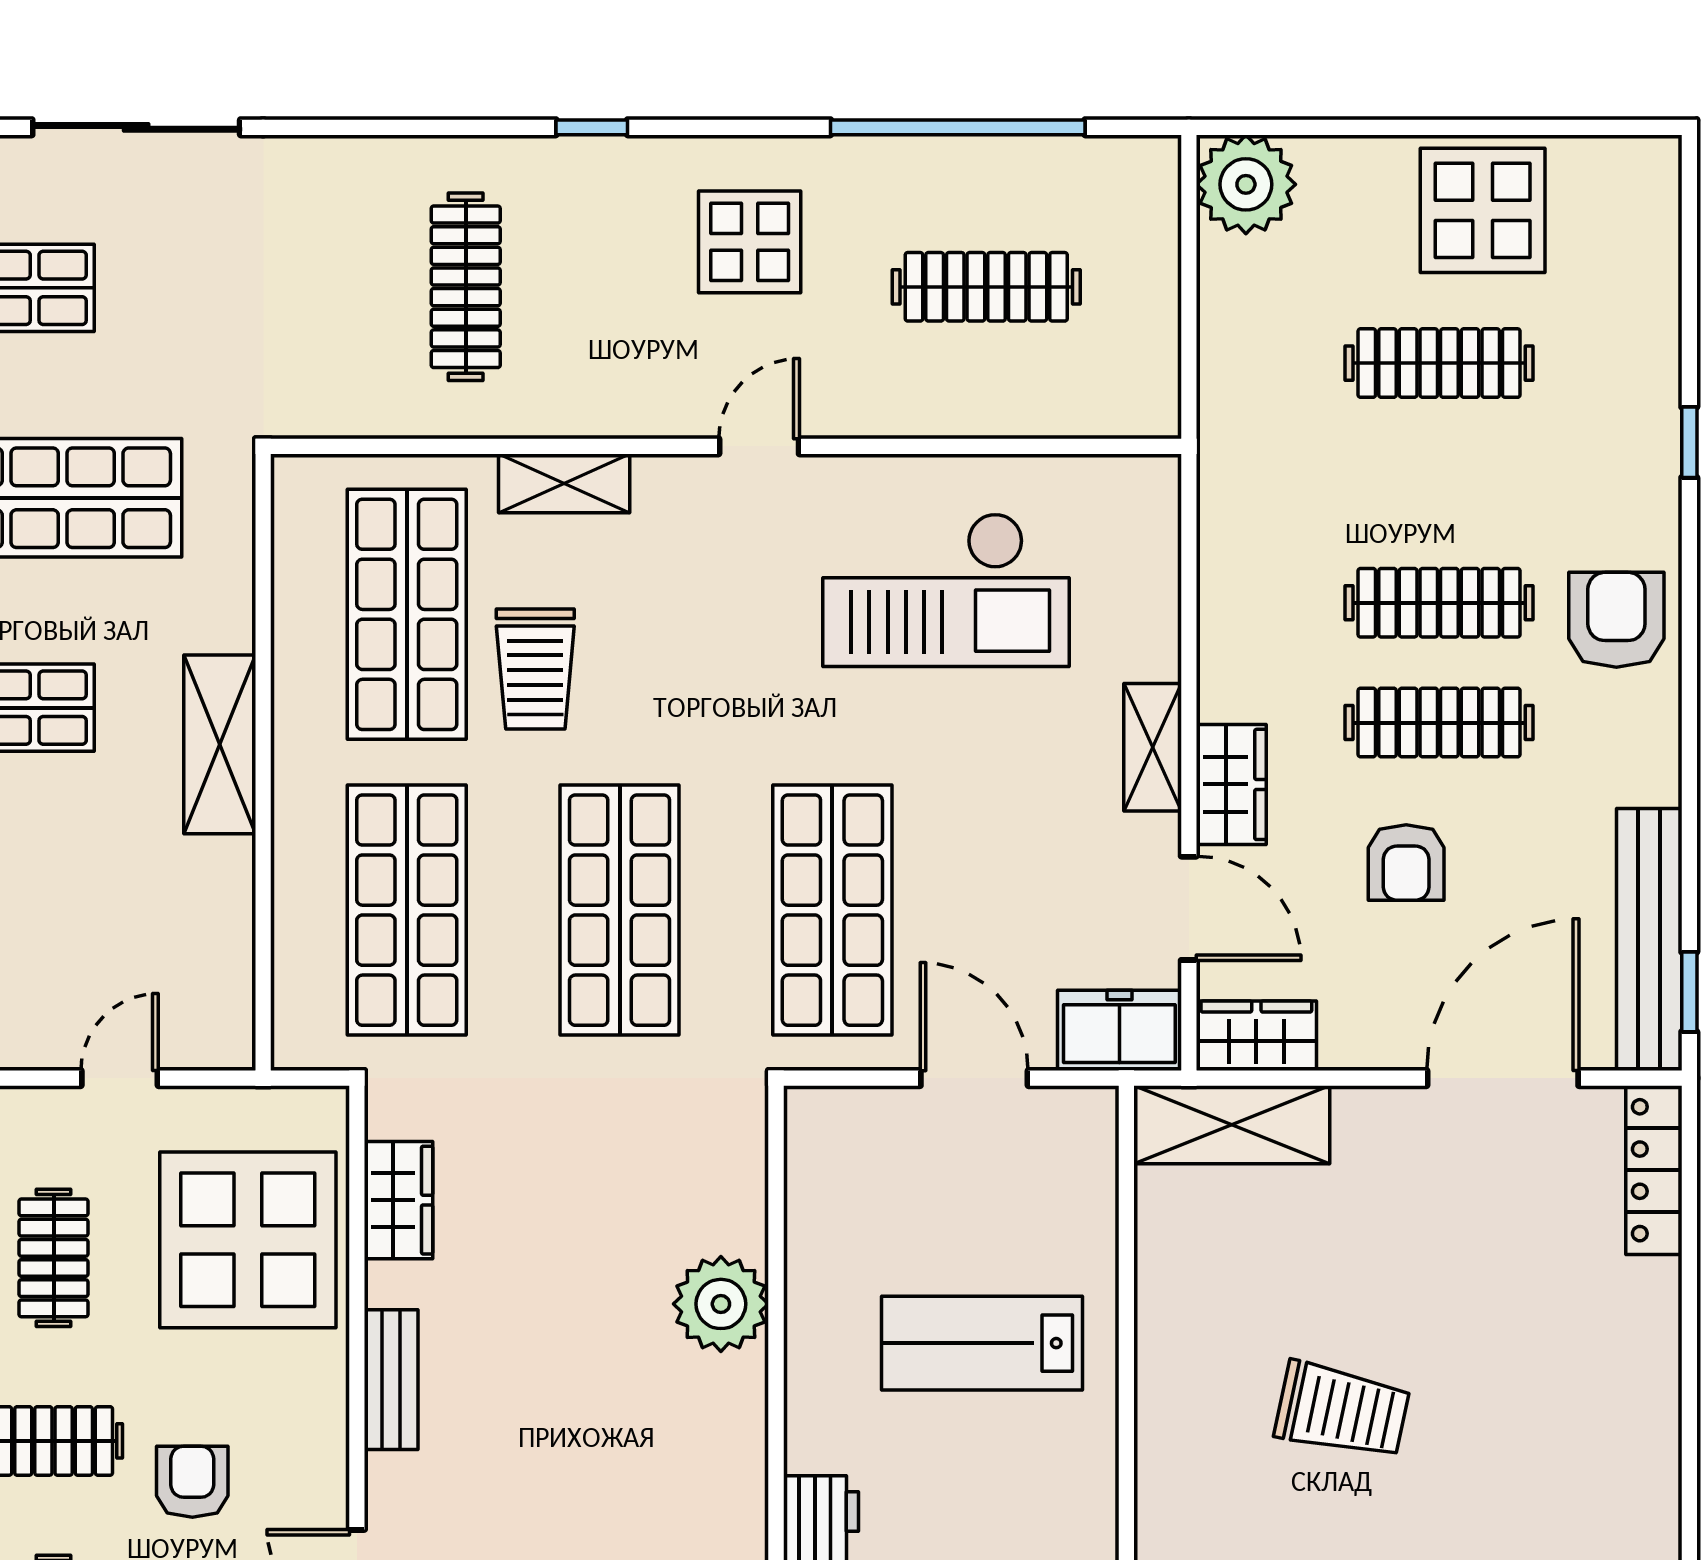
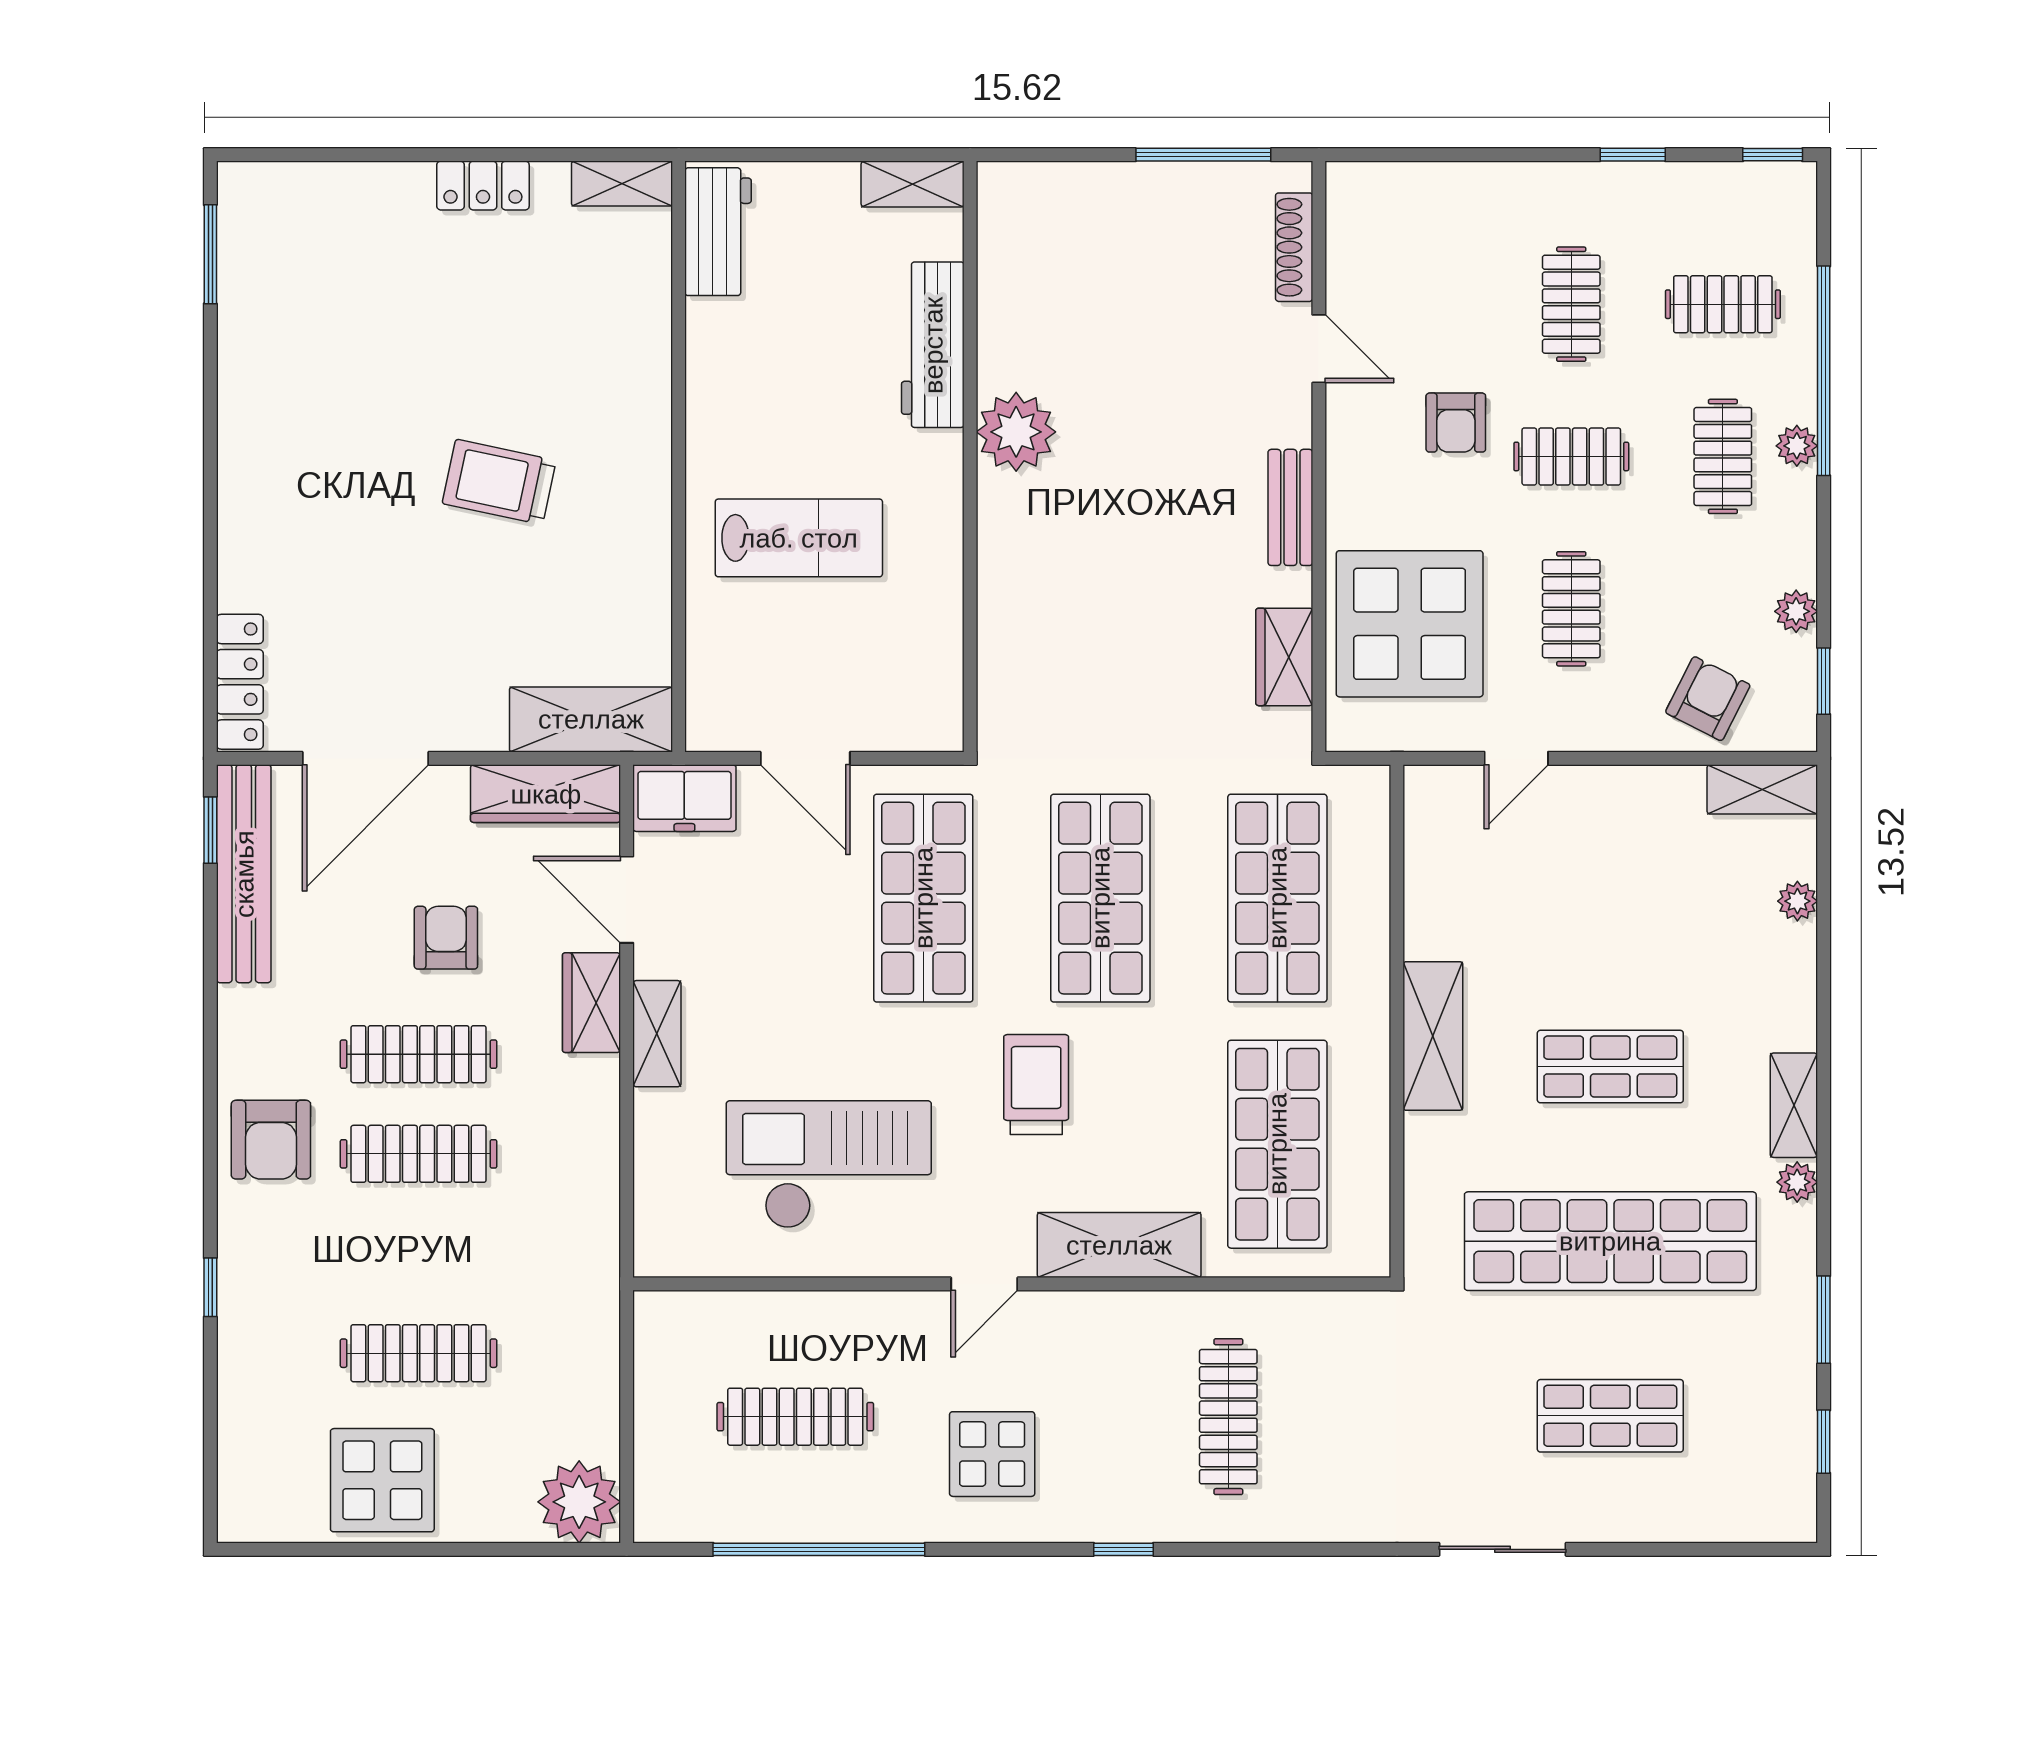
sliding door: (136, 127) -> (1502, 1549), width x0.73
shelving: (564, 483) -> (1119, 1245), width x1.50, depth x1.33
trolley: (535, 669) -> (1036, 1084), moved
wardrobe: (1256, 1036) -> (546, 794), width x1.50
plant: (721, 1304) -> (1016, 432), moved

